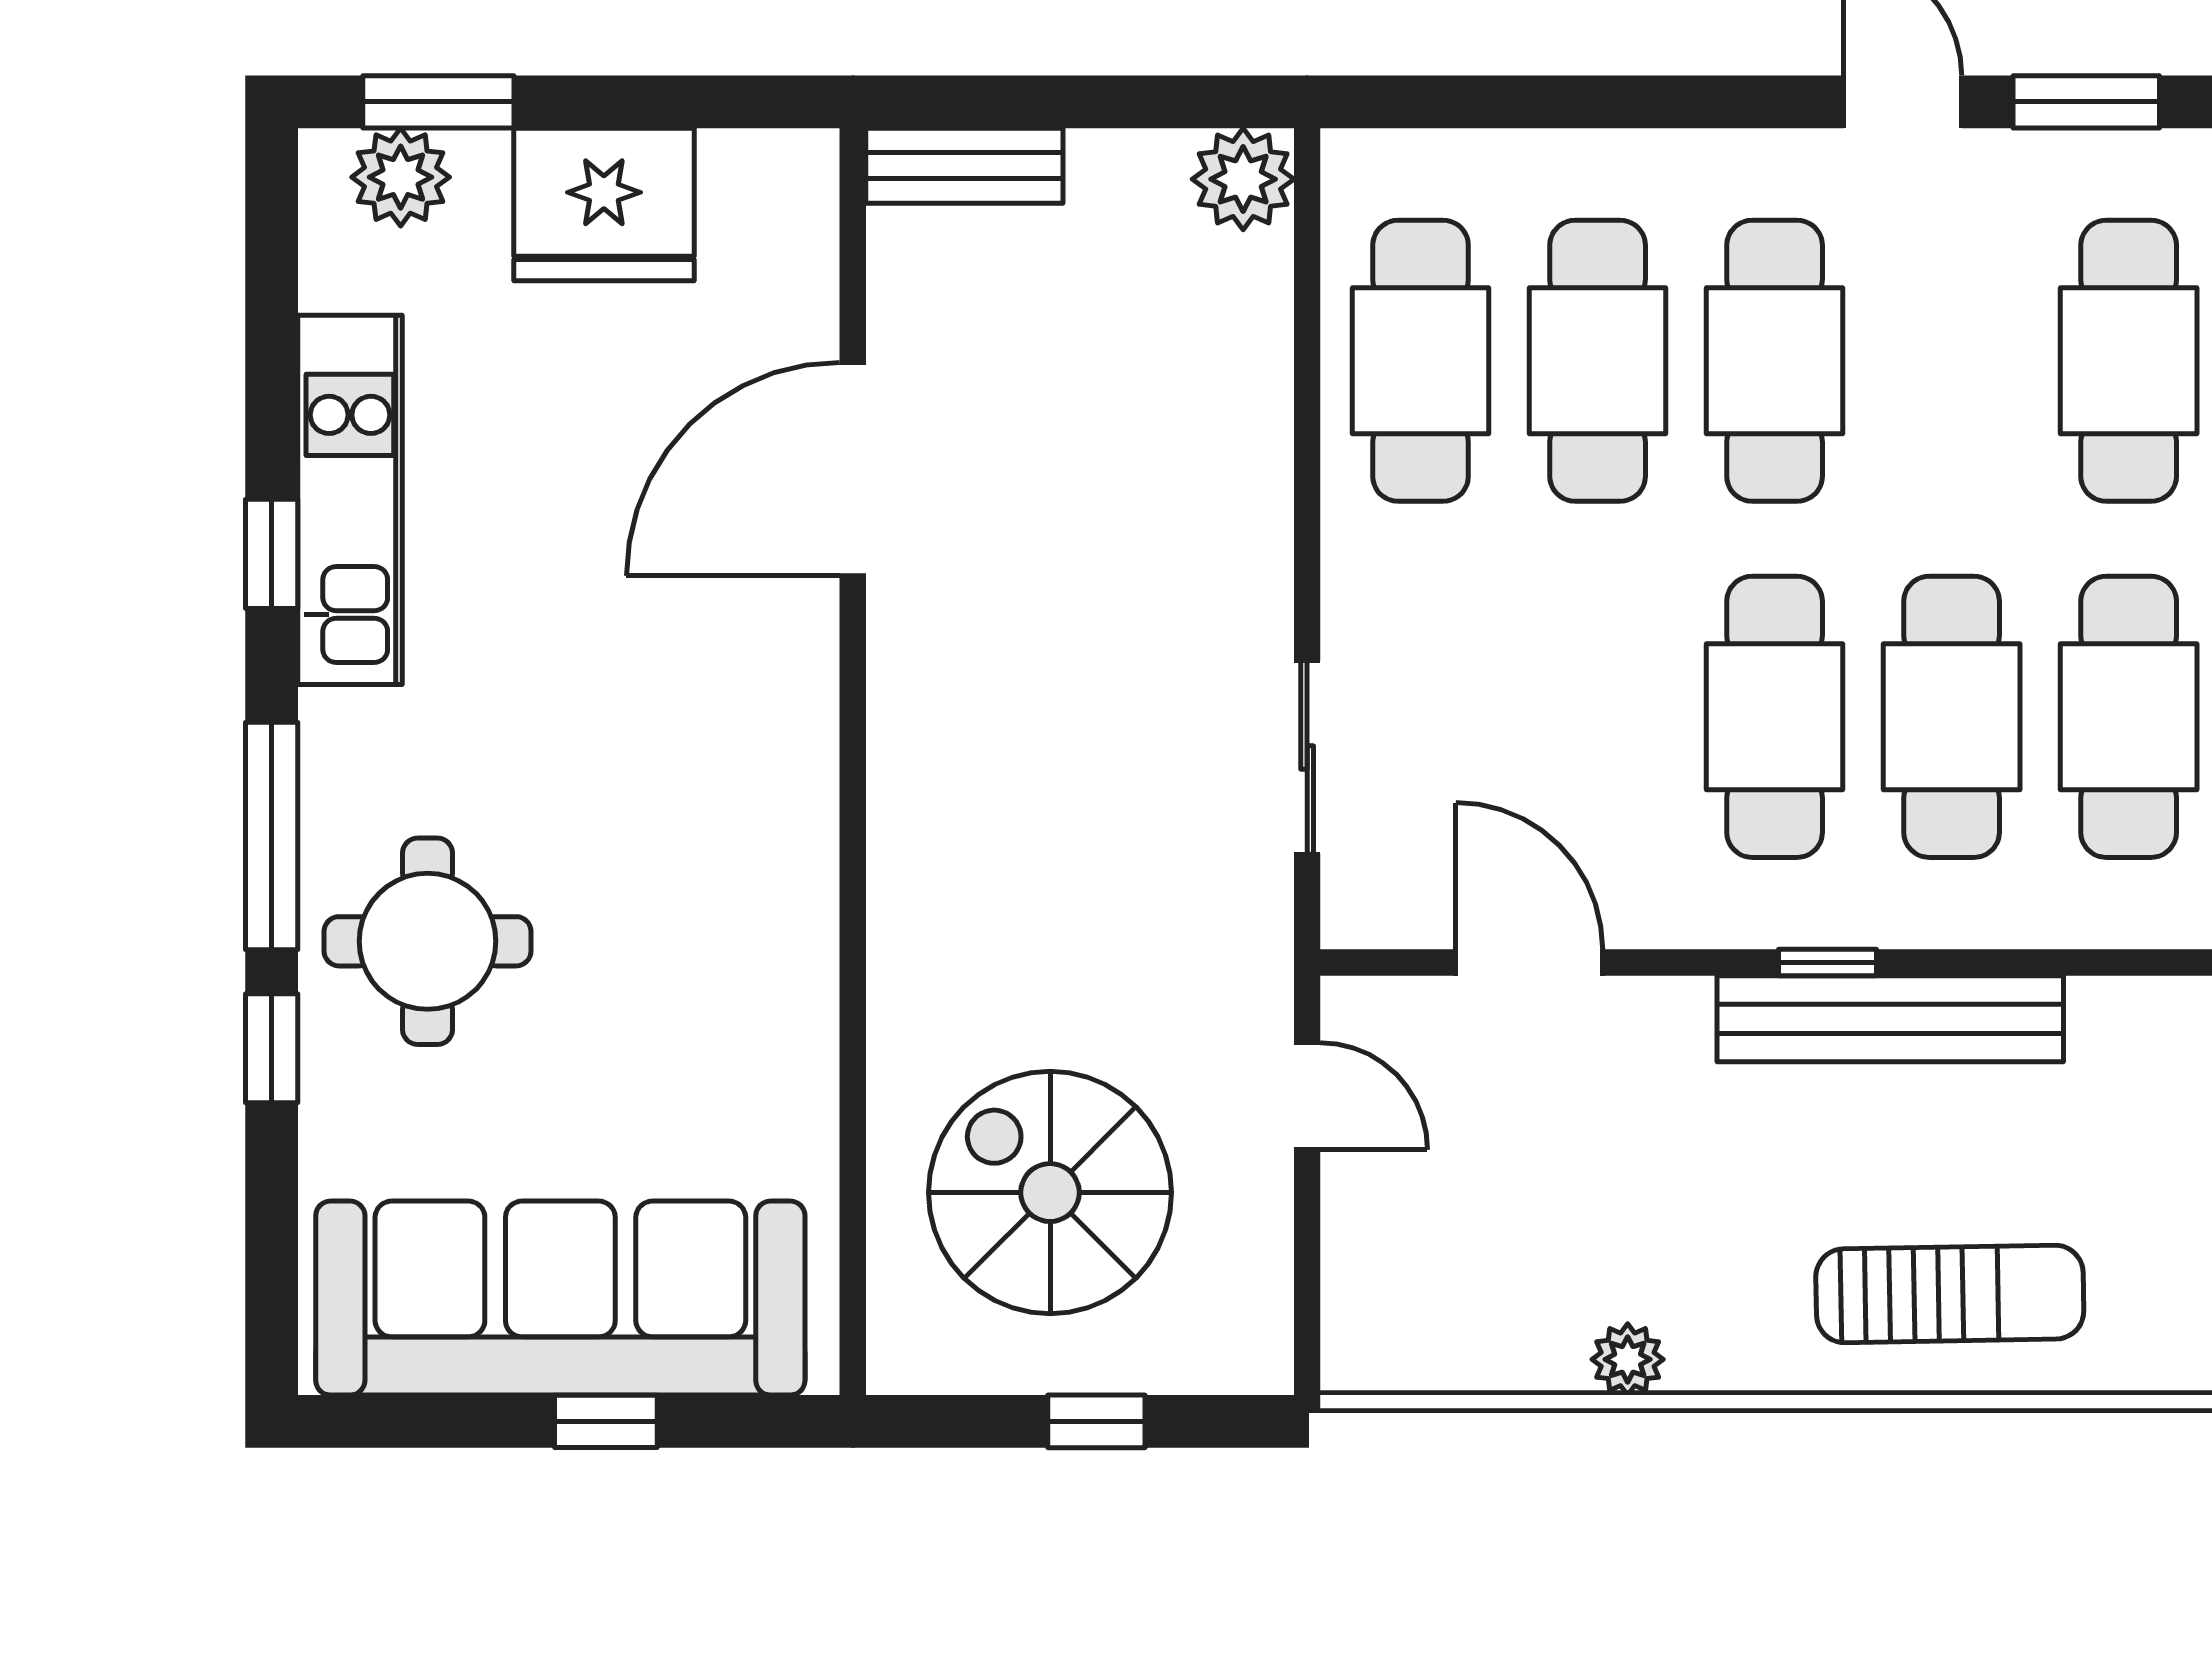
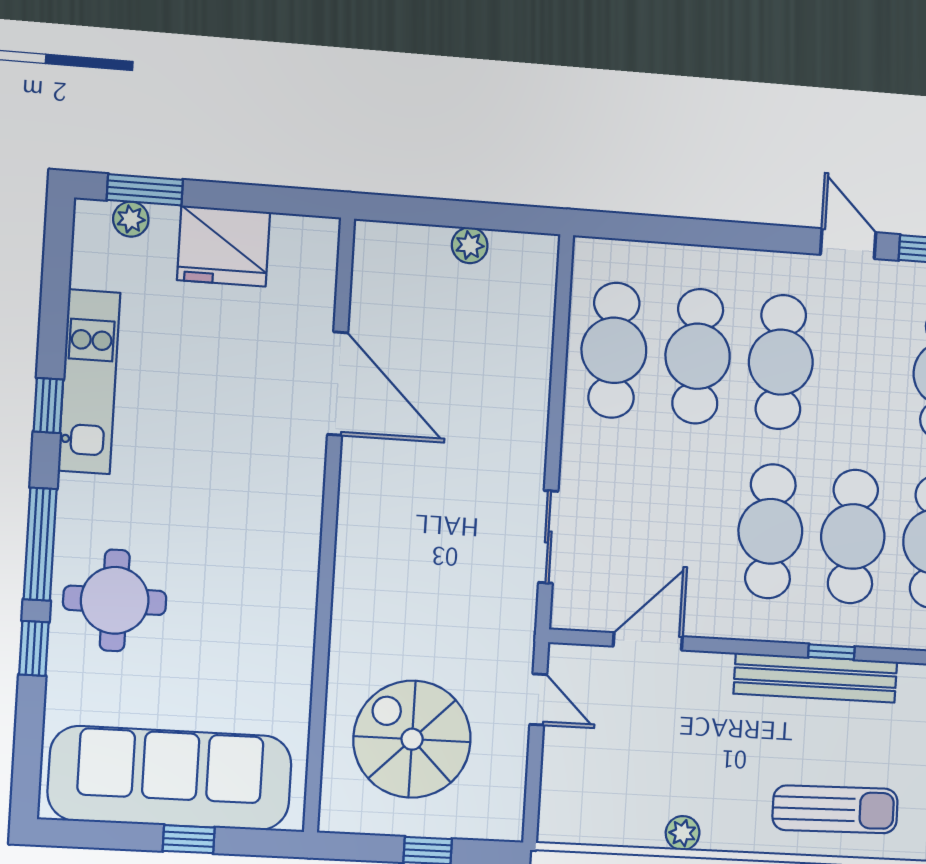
bench: (964, 166) -> (401, 240), removed
plant: (401, 177) -> (131, 219), width x0.73, depth x0.73
plant: (1243, 179) -> (470, 245), moved, width x0.73, depth x0.73
door: (853, 469) -> (338, 384), swing flipped
door: (1529, 963) -> (648, 641), hinge flipped
window: (1828, 963) -> (831, 652), moved

